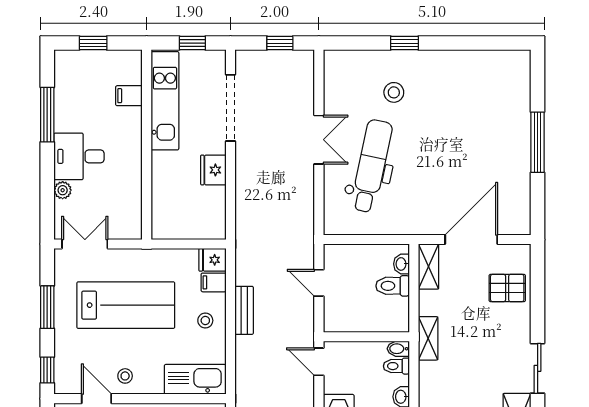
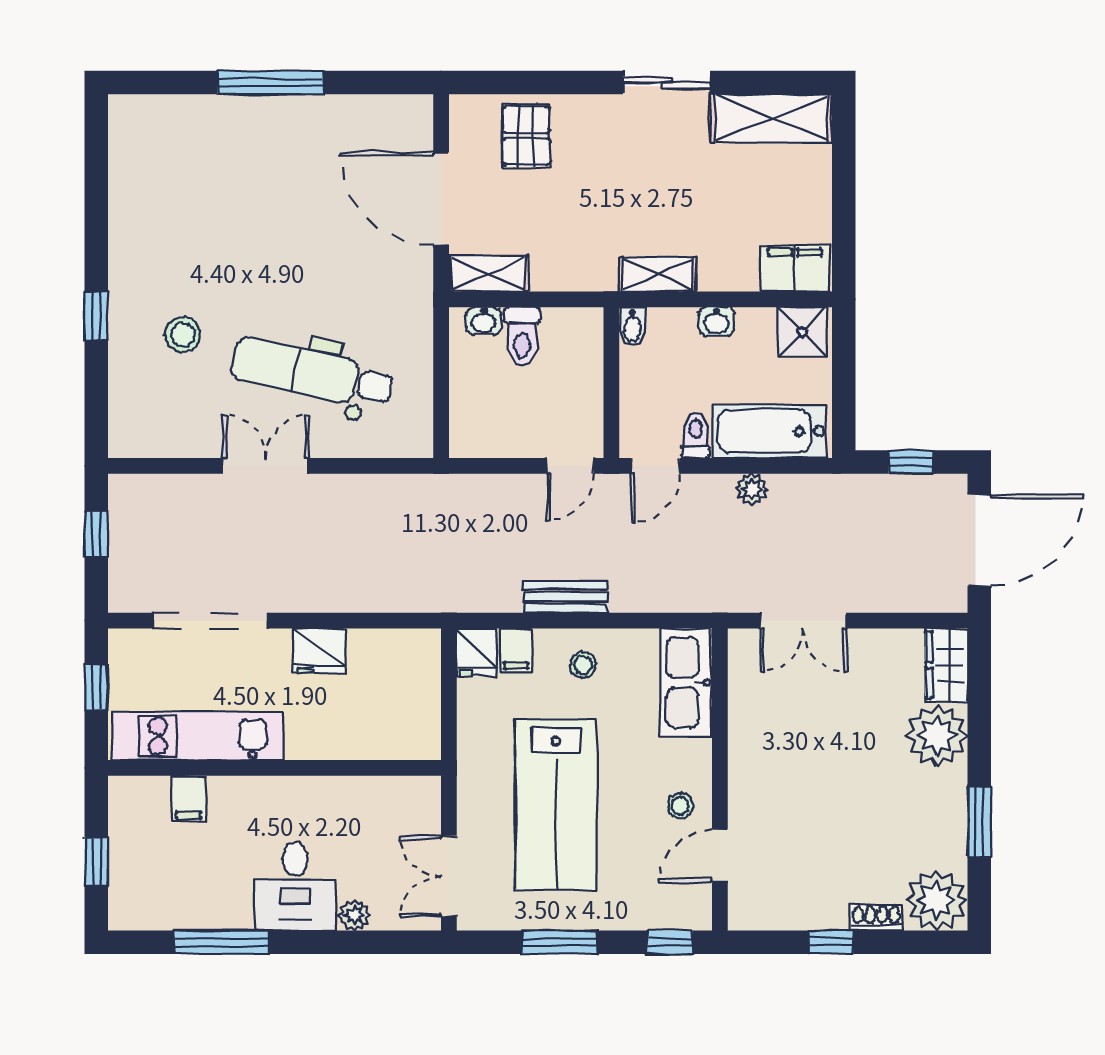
door: (319, 283) -> (570, 466), moved
lab bench: (126, 305) -> (556, 804), turned 180
shelving: (428, 338) -> (658, 274), moved
toilet: (396, 366) -> (695, 435), moved, turned 180

